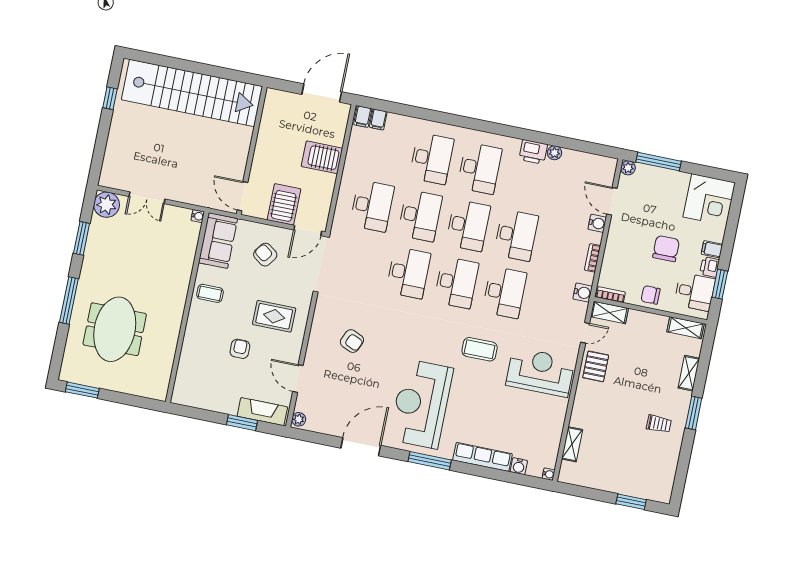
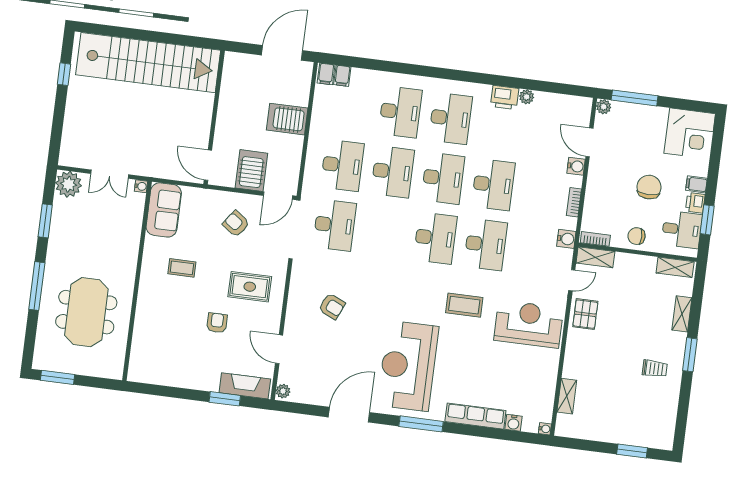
water cooler: (198, 216) -> (141, 186), moved
sofa: (218, 241) -> (164, 210), moved
desk: (408, 273) -> (335, 225), moved
wall: (187, 307) -> (137, 281), moved

